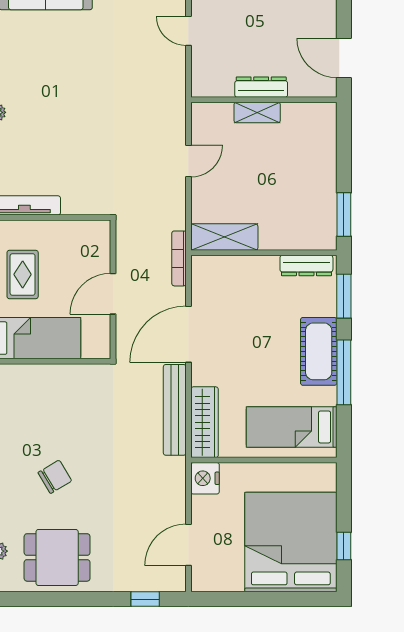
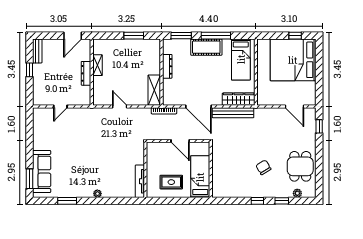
shelving: (257, 113) -> (98, 65), moved
window: (344, 214) -> (134, 36), moved
dresser: (306, 266) -> (167, 66), moved
nightstand: (205, 478) -> (264, 99), removed

